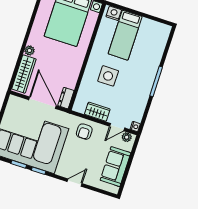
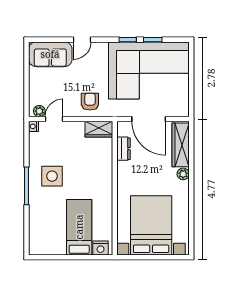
side table: (108, 76) -> (52, 176), moved
dresser: (66, 98) -> (124, 149), moved
wardrobe: (97, 112) -> (99, 129), moved
sofa: (115, 167) -> (50, 54), moved, turned 90

